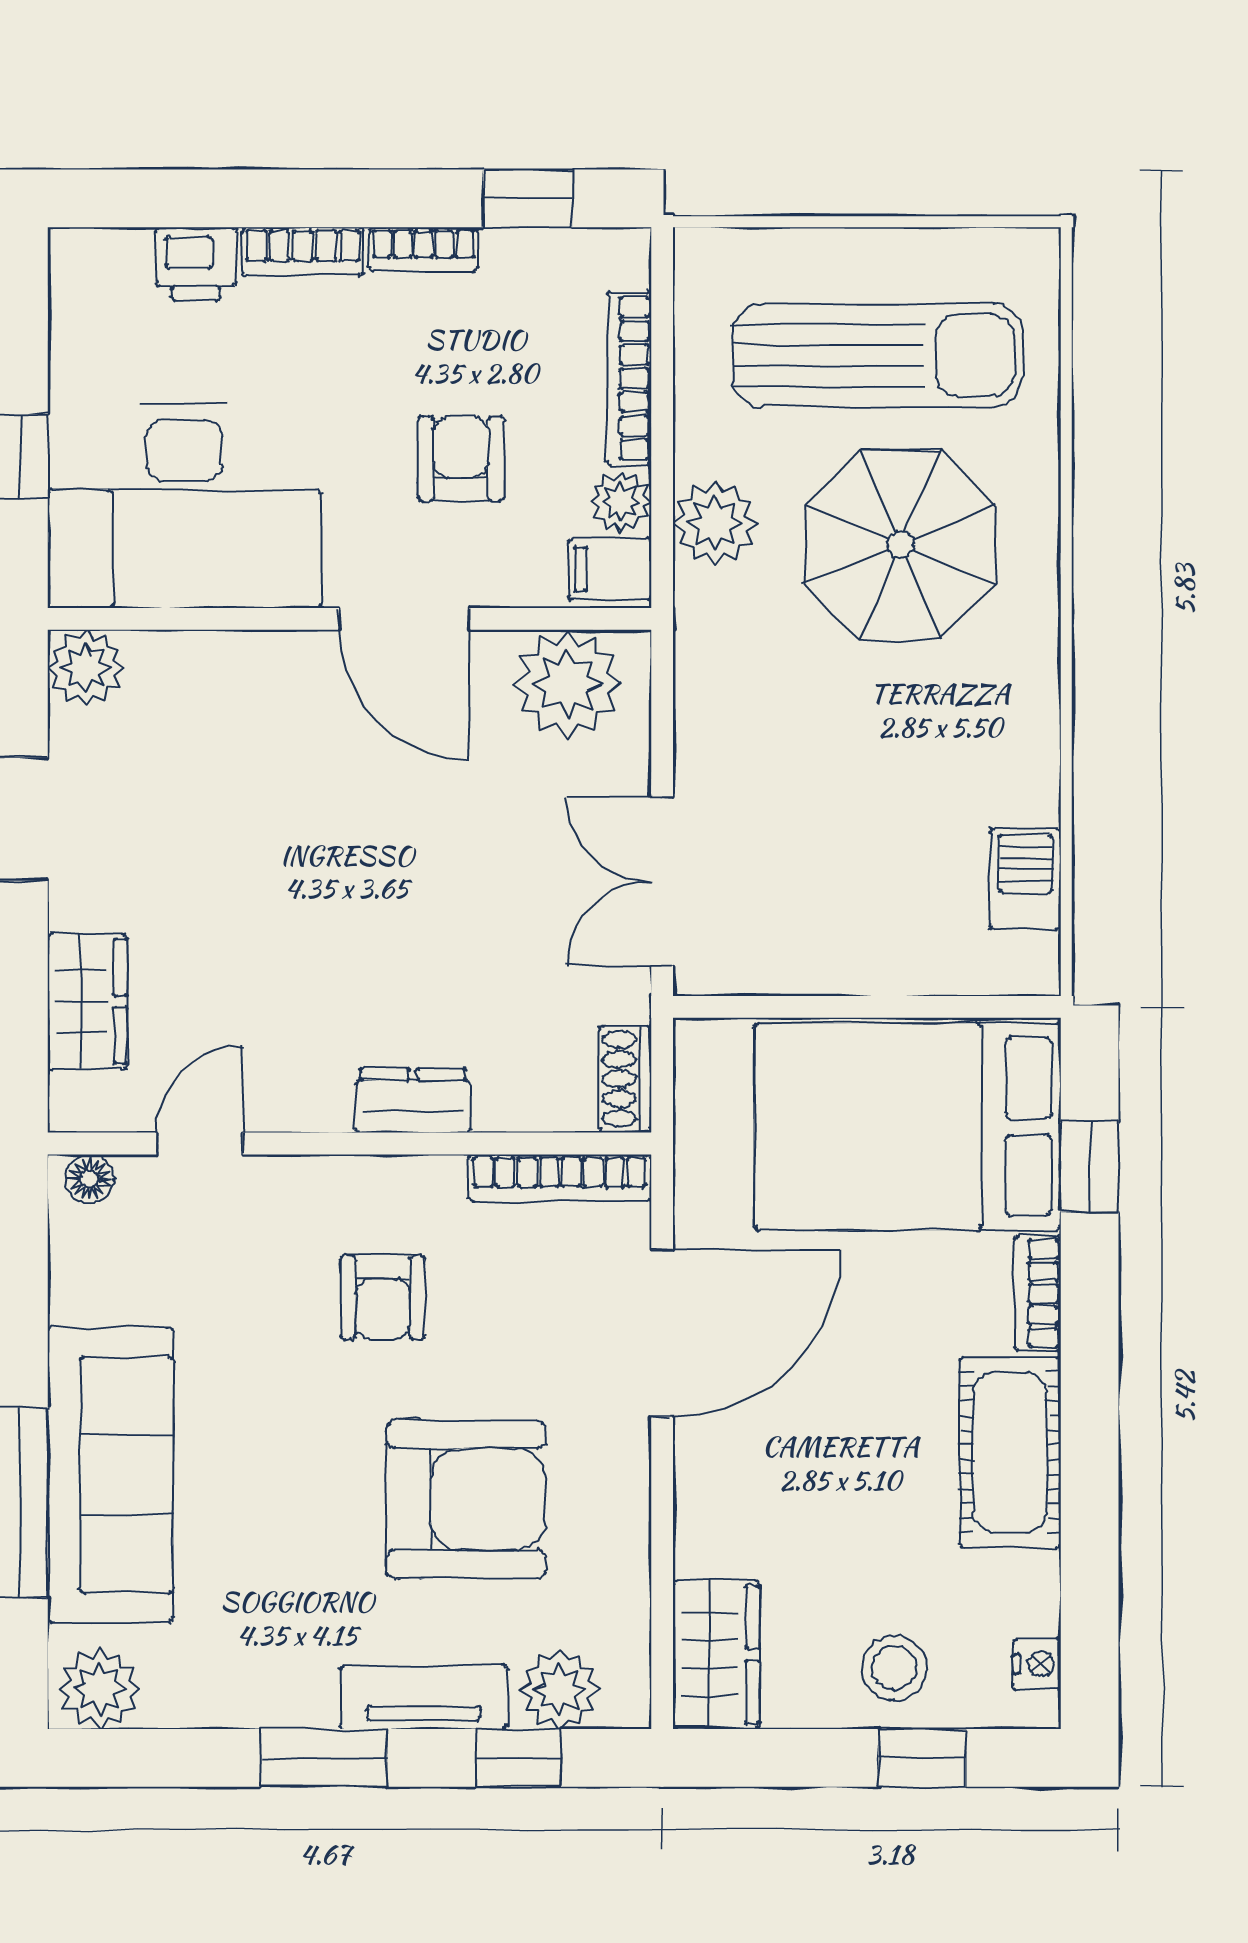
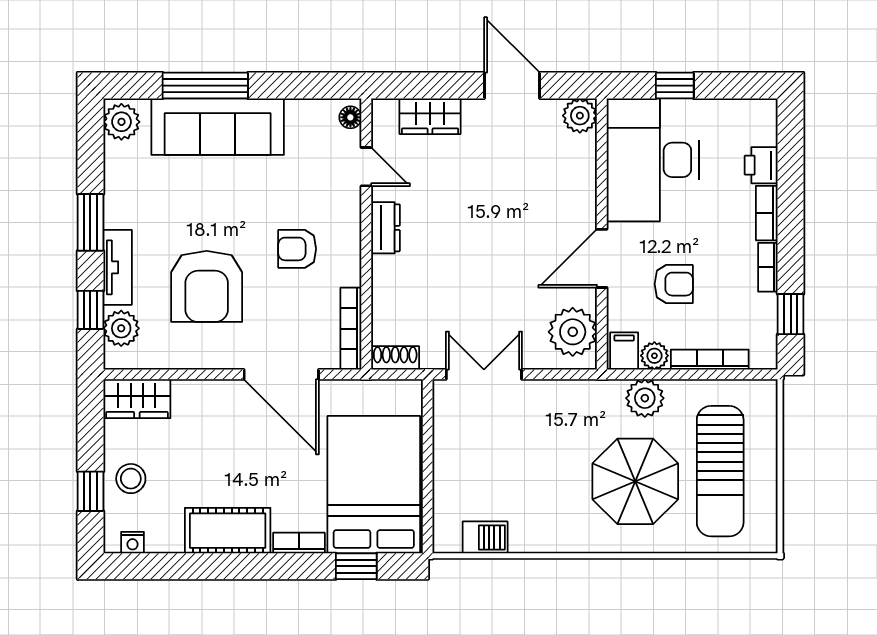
dresser: (413, 1101) -> (386, 228), moved

